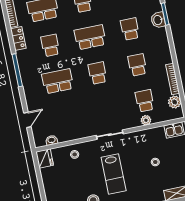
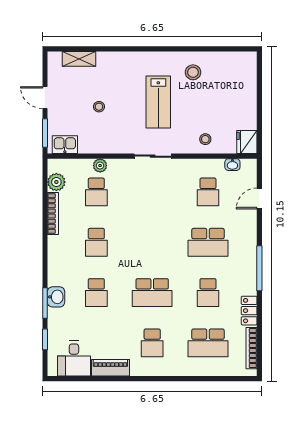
school desk: (97, 73) -> (208, 192), moved
lab bench: (114, 174) -> (158, 102), turned 180

